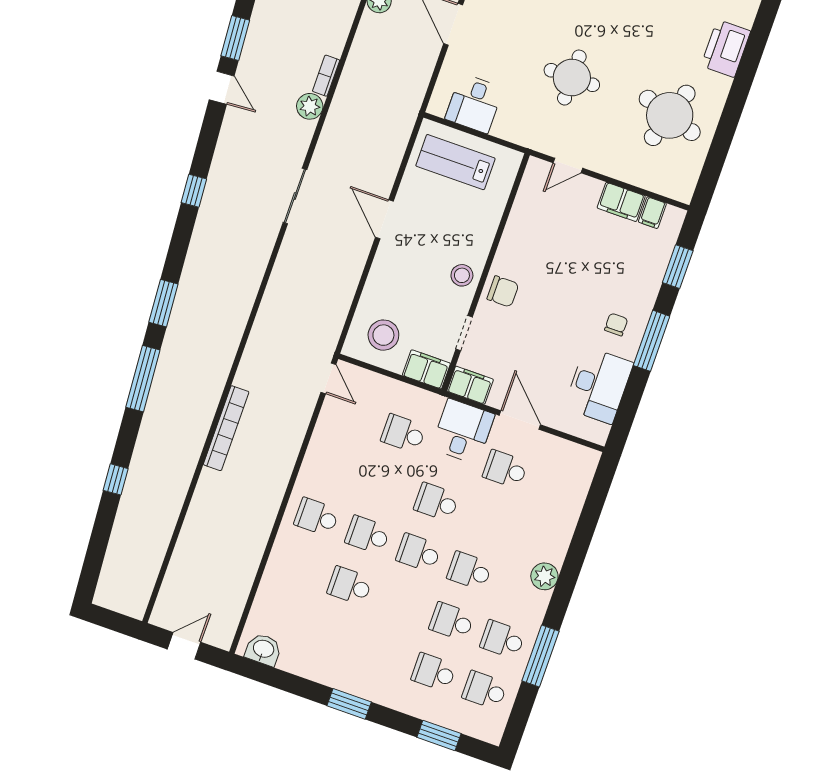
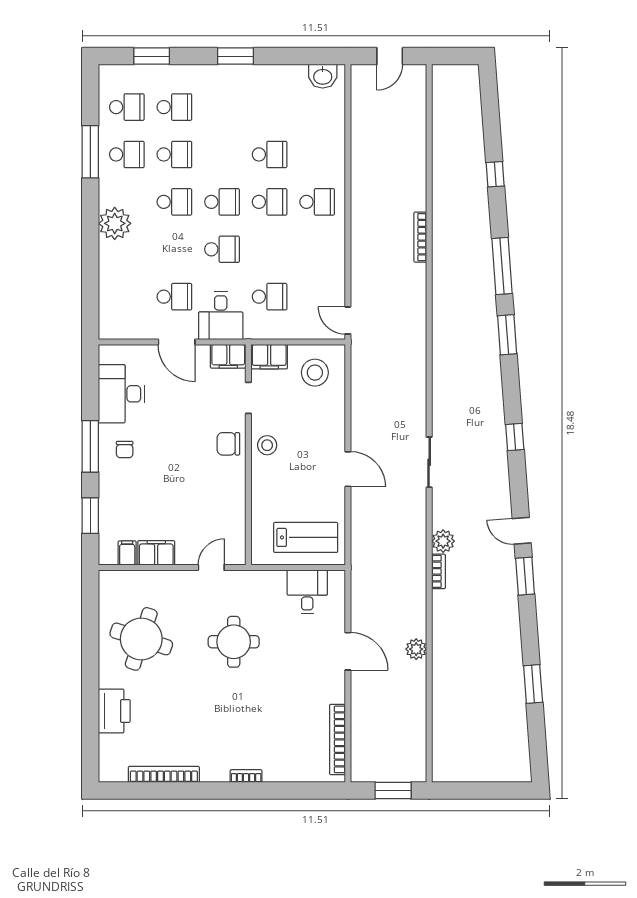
bookcase: (226, 428) -> (420, 237), width x0.68, depth x0.76
plant: (544, 576) -> (115, 223), width x1.36, depth x1.36

